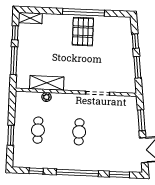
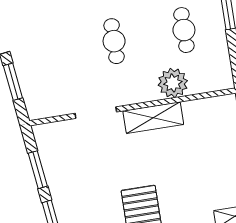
shelving: (47, 83) -> (153, 118), moved
plant: (46, 97) -> (173, 83), width x1.88, depth x1.88

